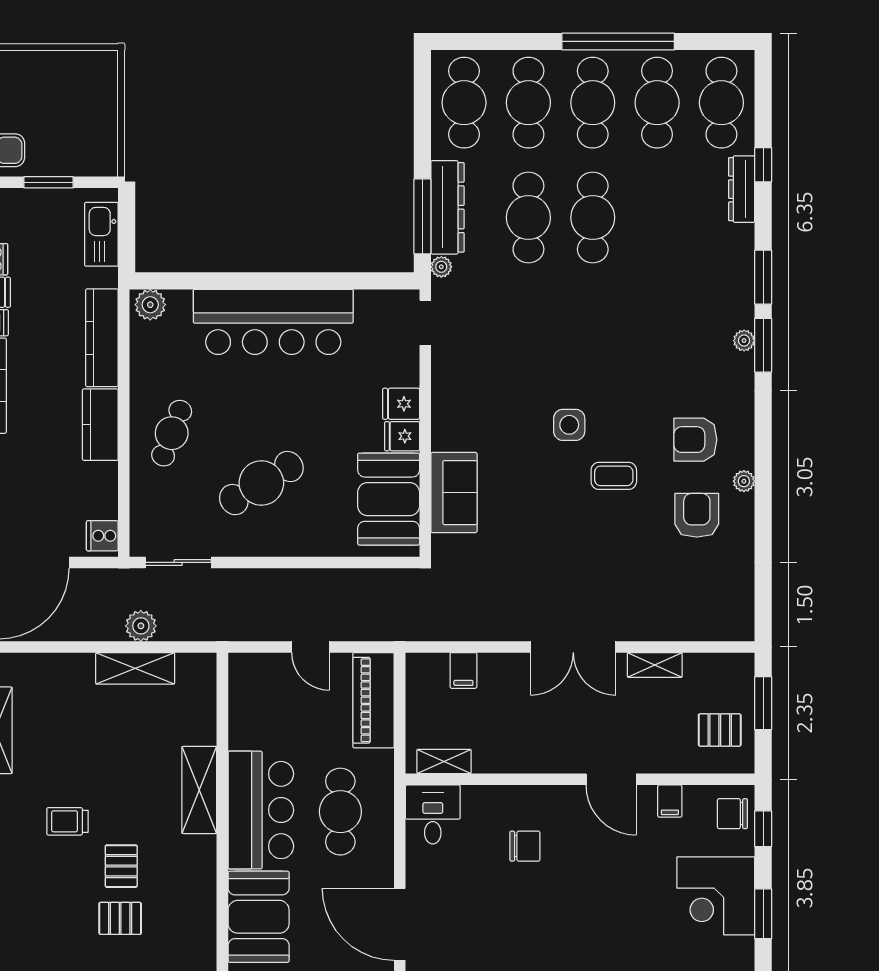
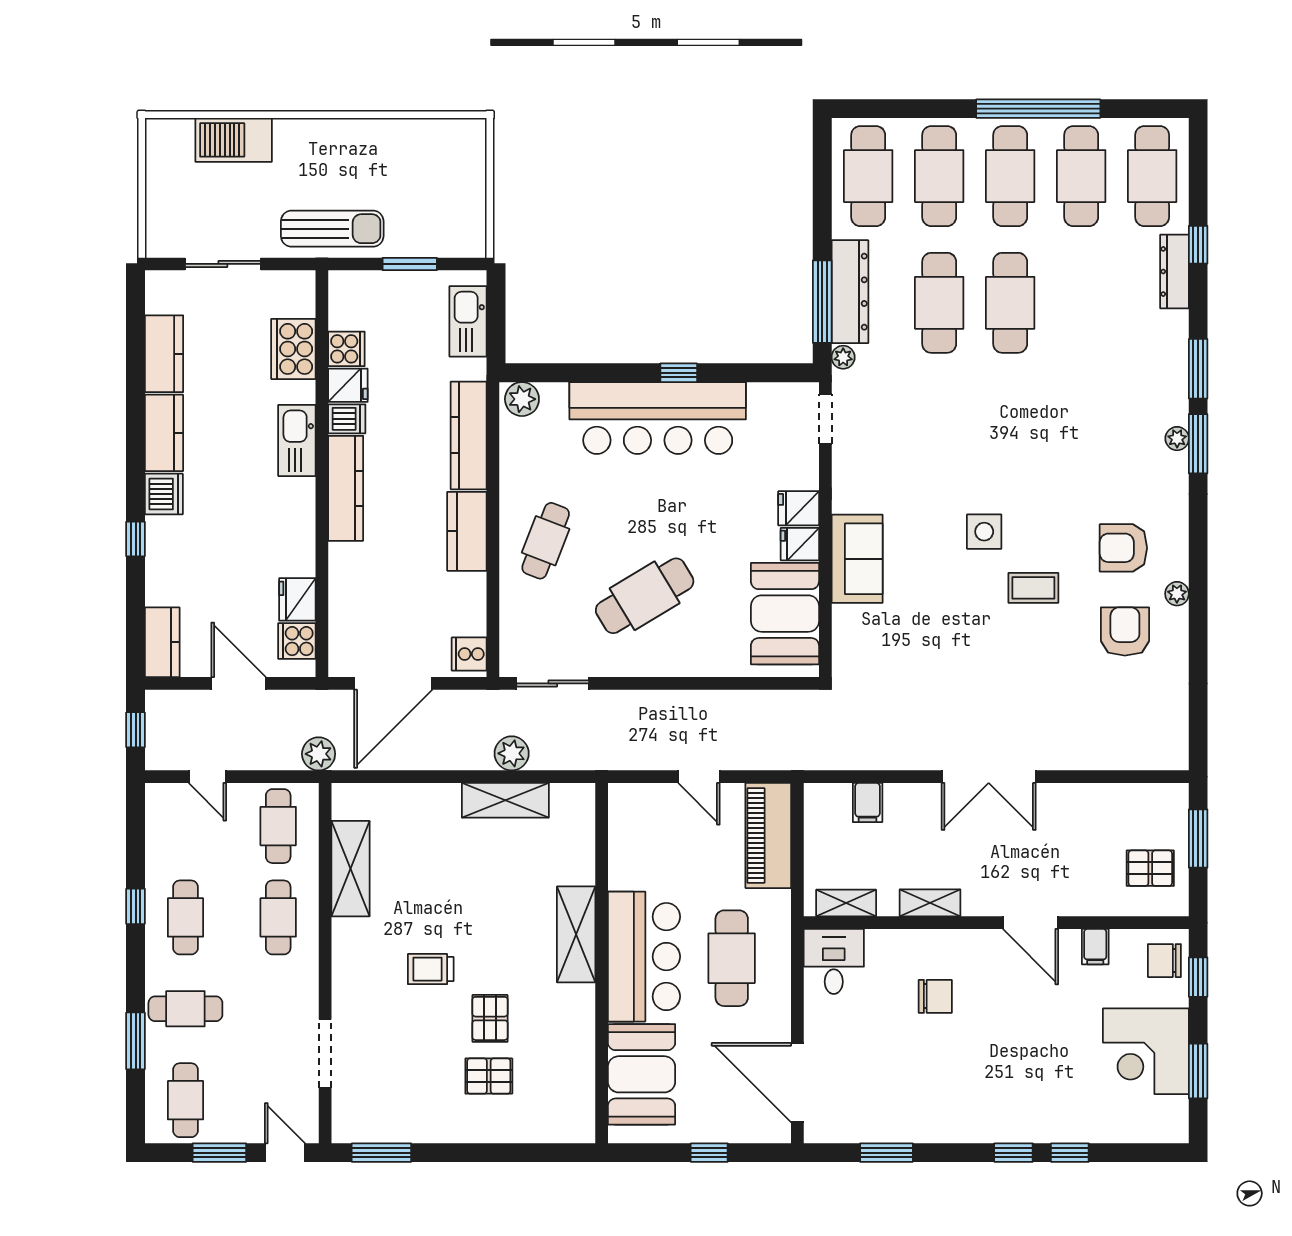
window: (292, 281) -> (679, 373), added
sofa: (454, 493) -> (857, 559), moved
shelving: (655, 665) -> (930, 903), moved

